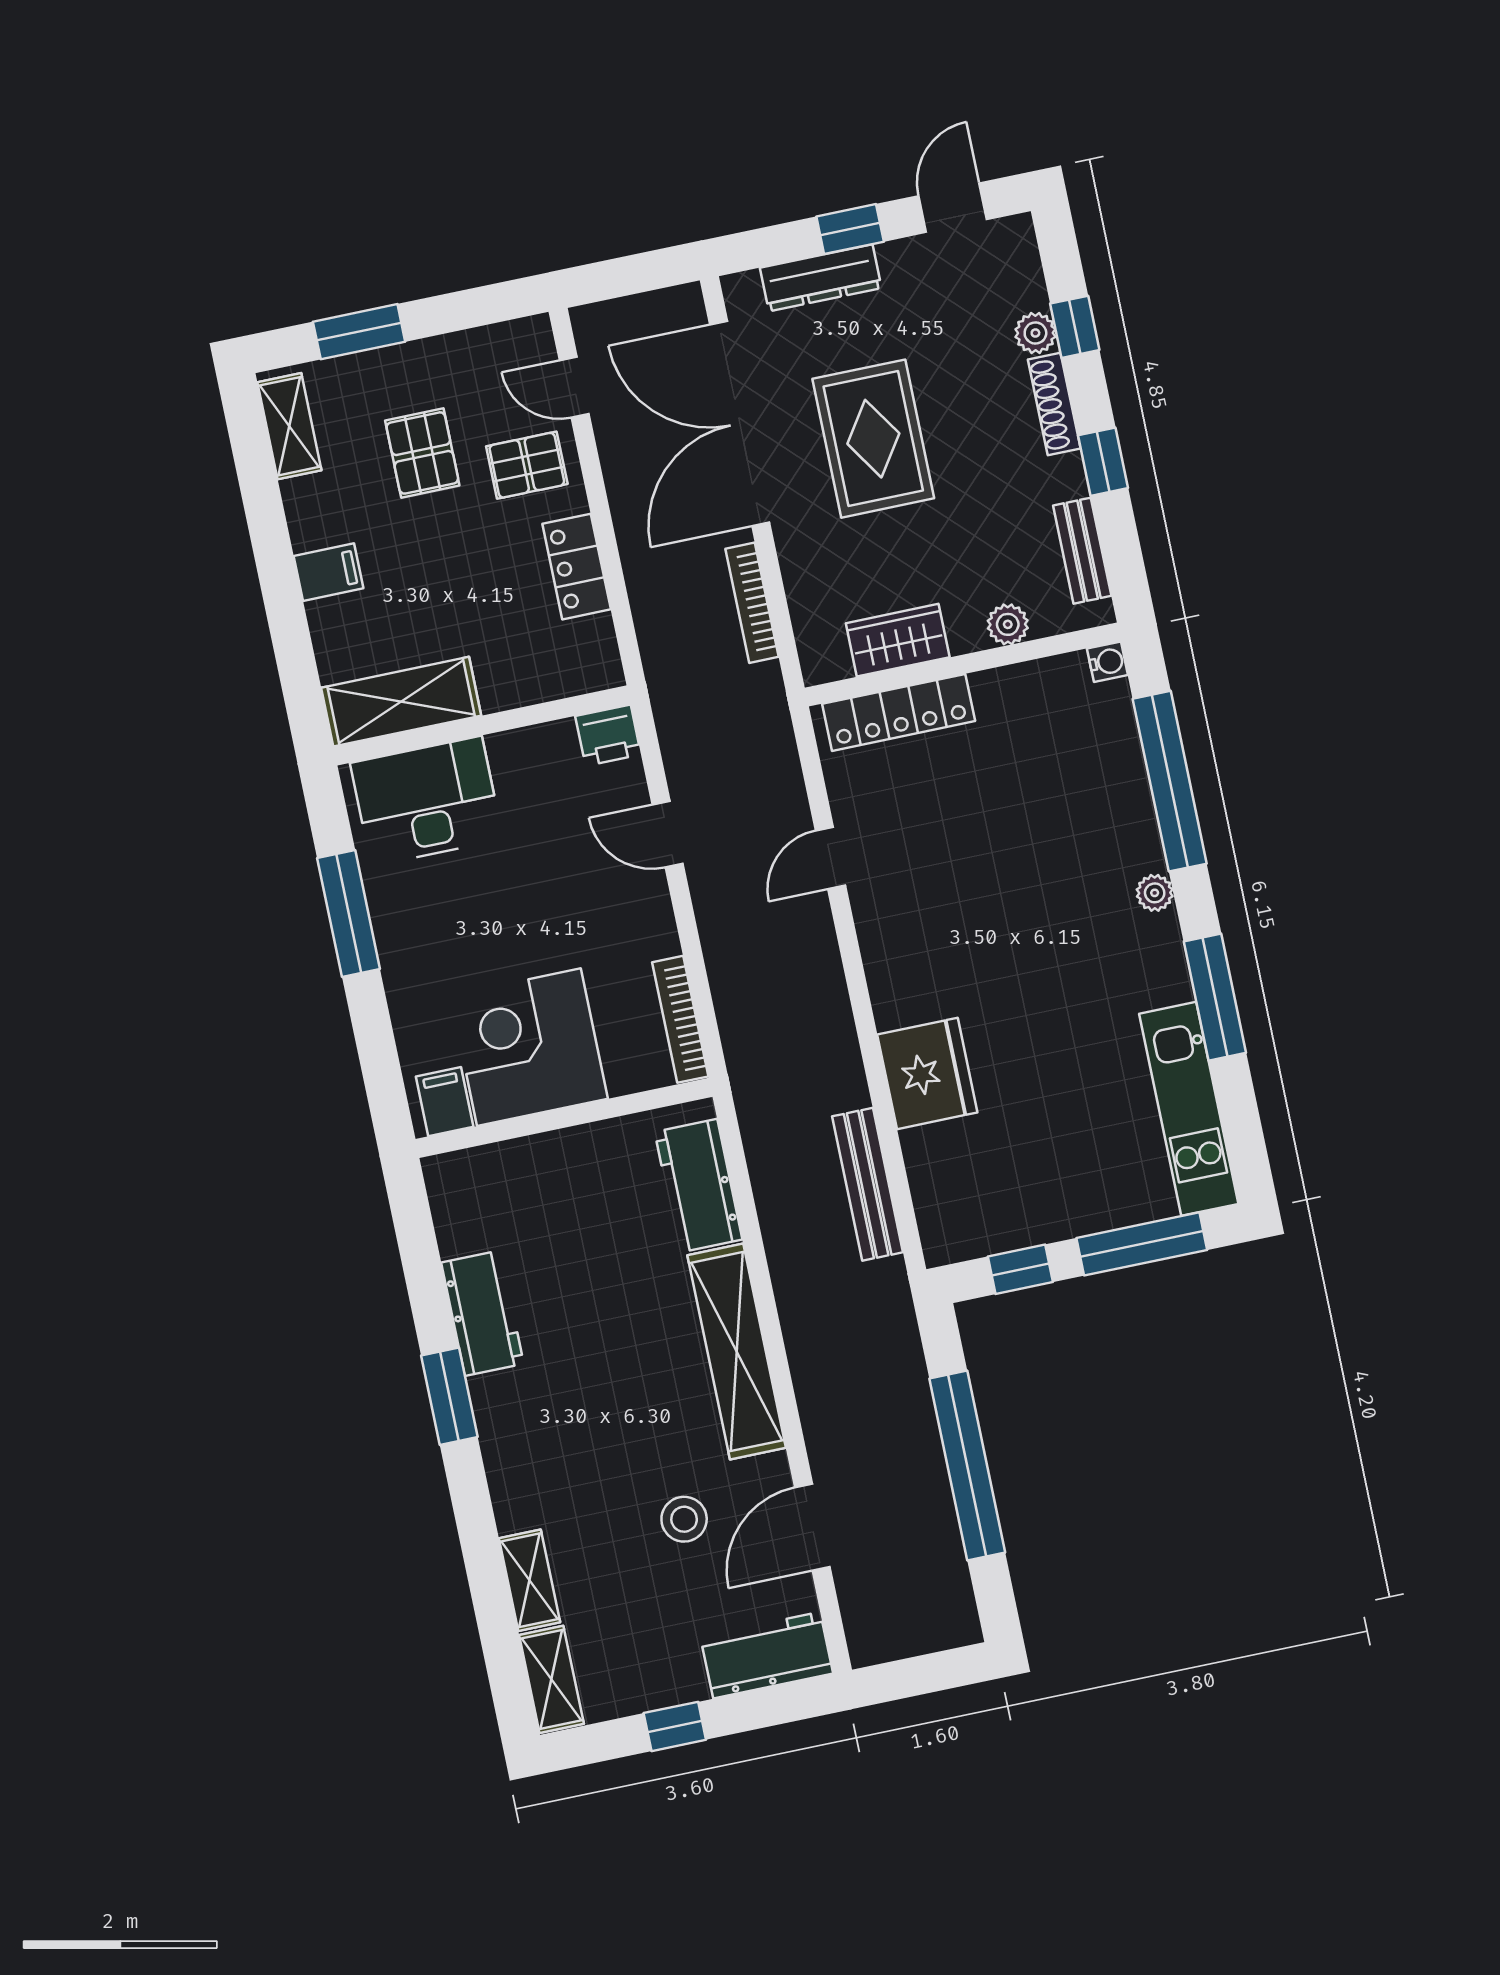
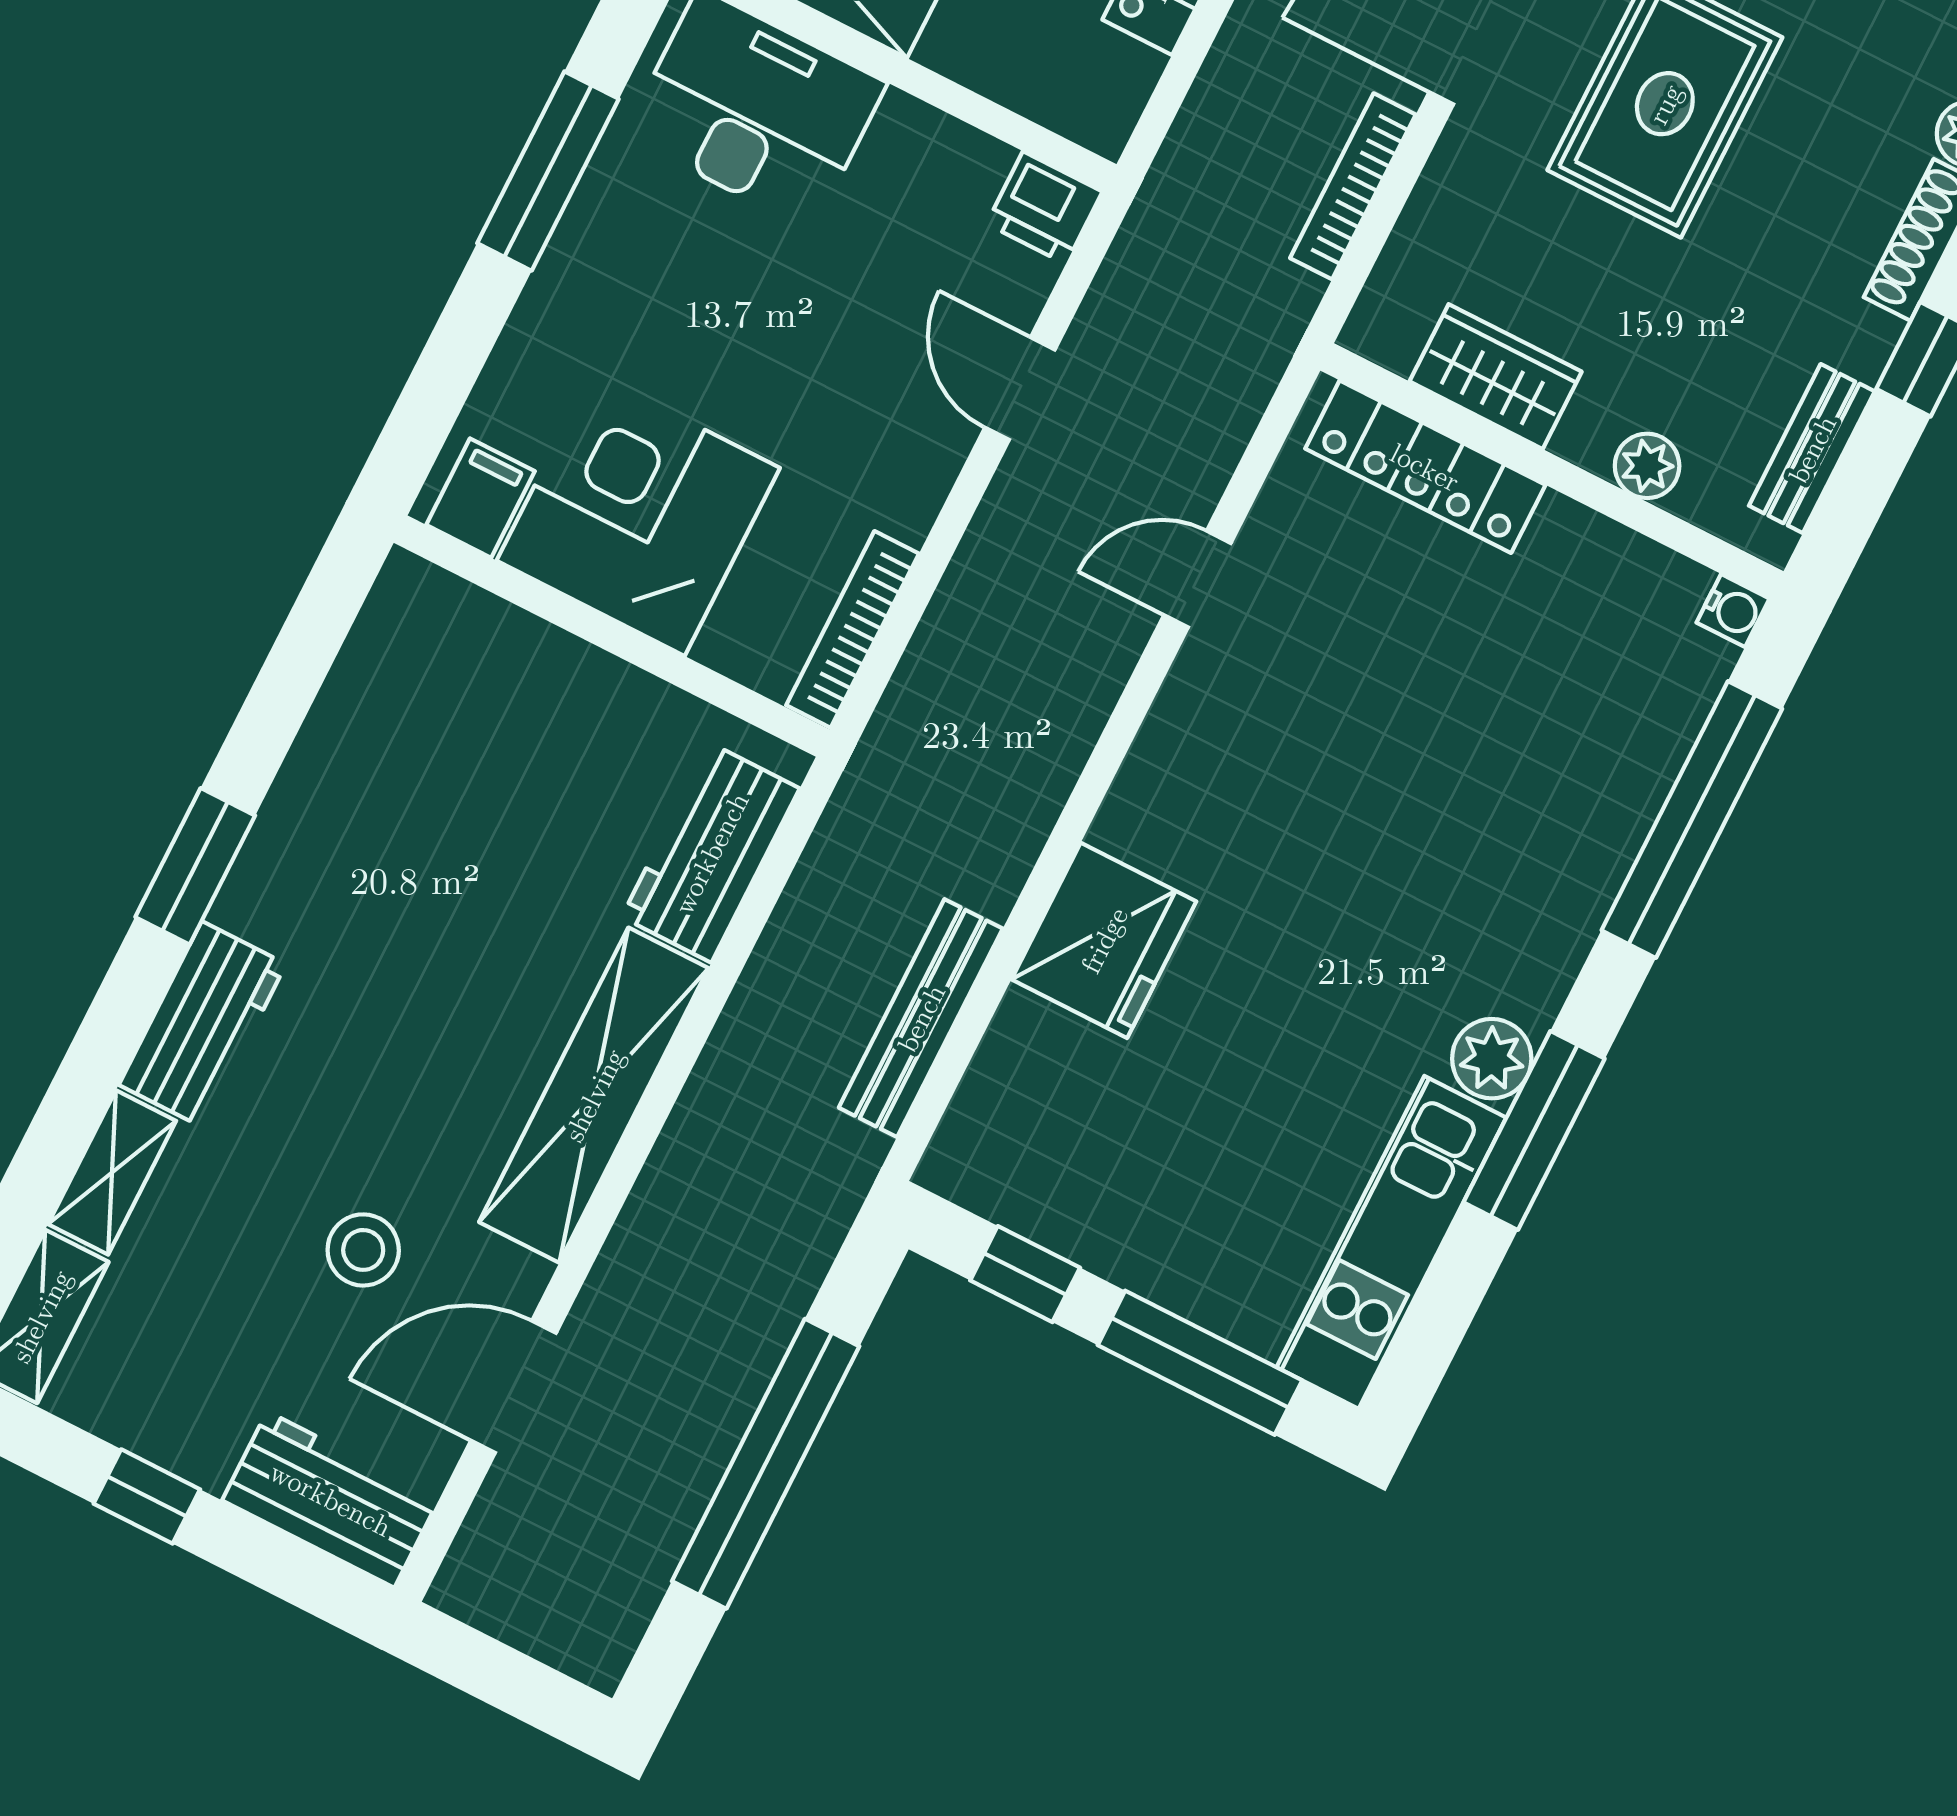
plant: (1155, 893) -> (1492, 1059), moved, width x1.38, depth x1.38
workbench: (482, 1313) -> (203, 1024), moved

